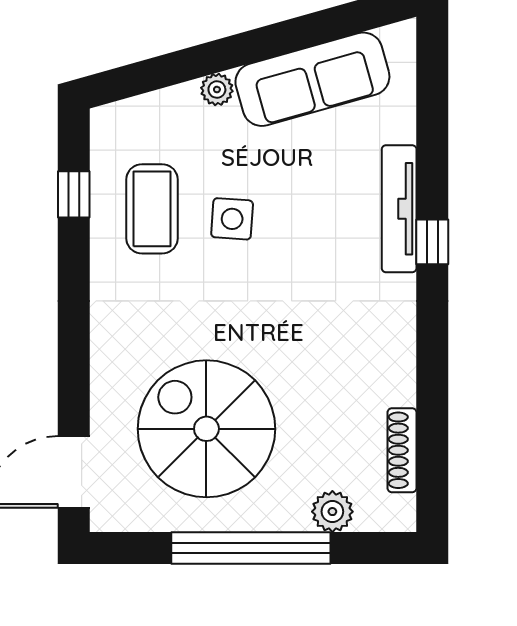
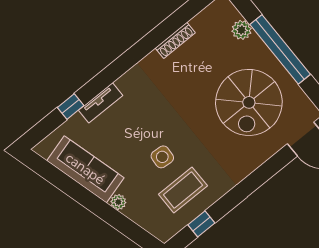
tv unit: (399, 209) -> (101, 103), width x0.71
window: (432, 242) -> (71, 107), moved
shoe rack: (402, 450) -> (175, 40), moved

